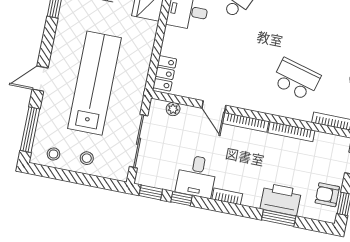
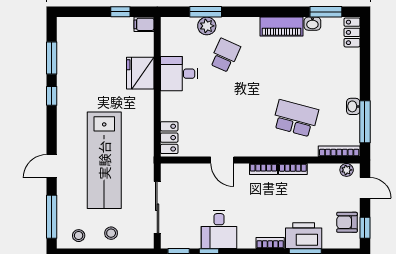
lab bench: (95, 83) -> (104, 160), turned 180
plant: (173, 109) -> (347, 170), moved
bookcase: (246, 122) -> (263, 169), width x0.64
bookcase: (291, 132) -> (293, 169), width x0.64
bookcase: (227, 196) -> (270, 243), moved

